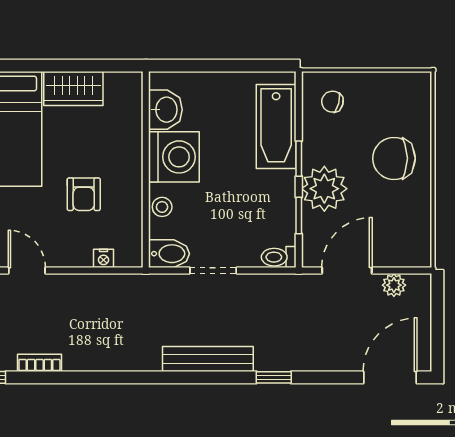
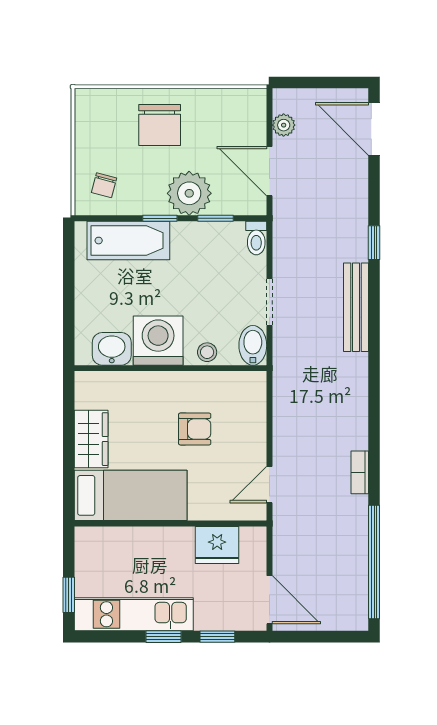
nightstand: (103, 258) -> (258, 410), removed

